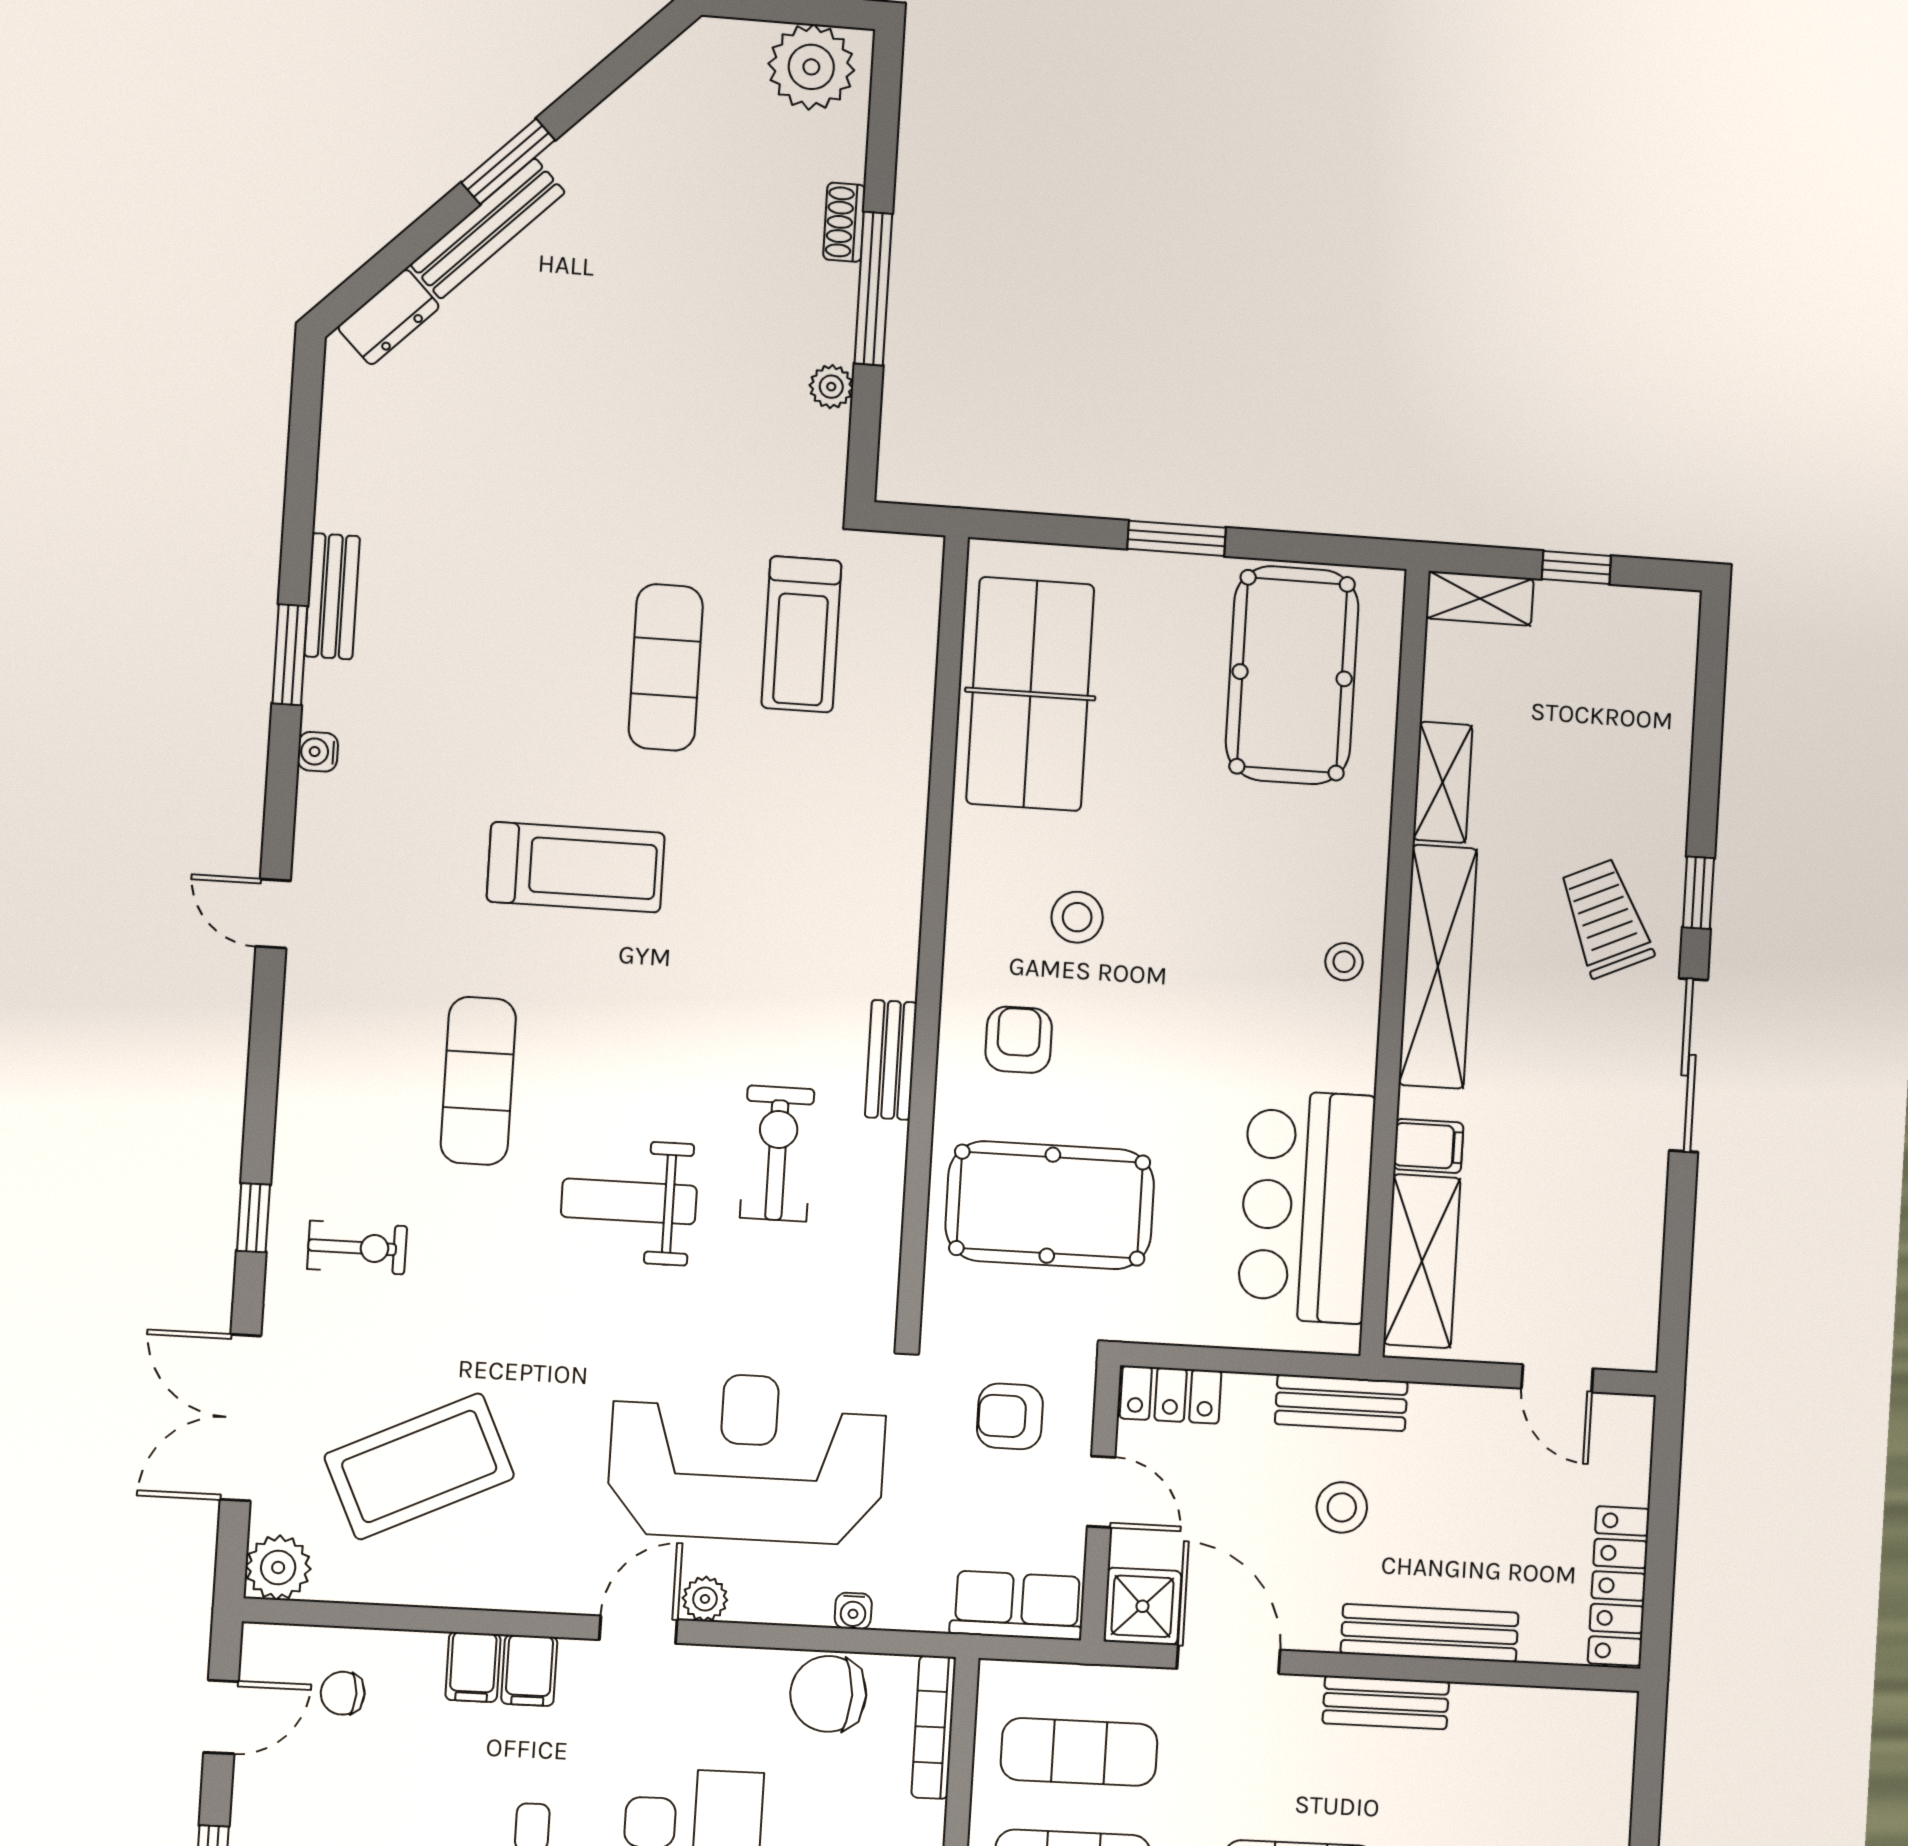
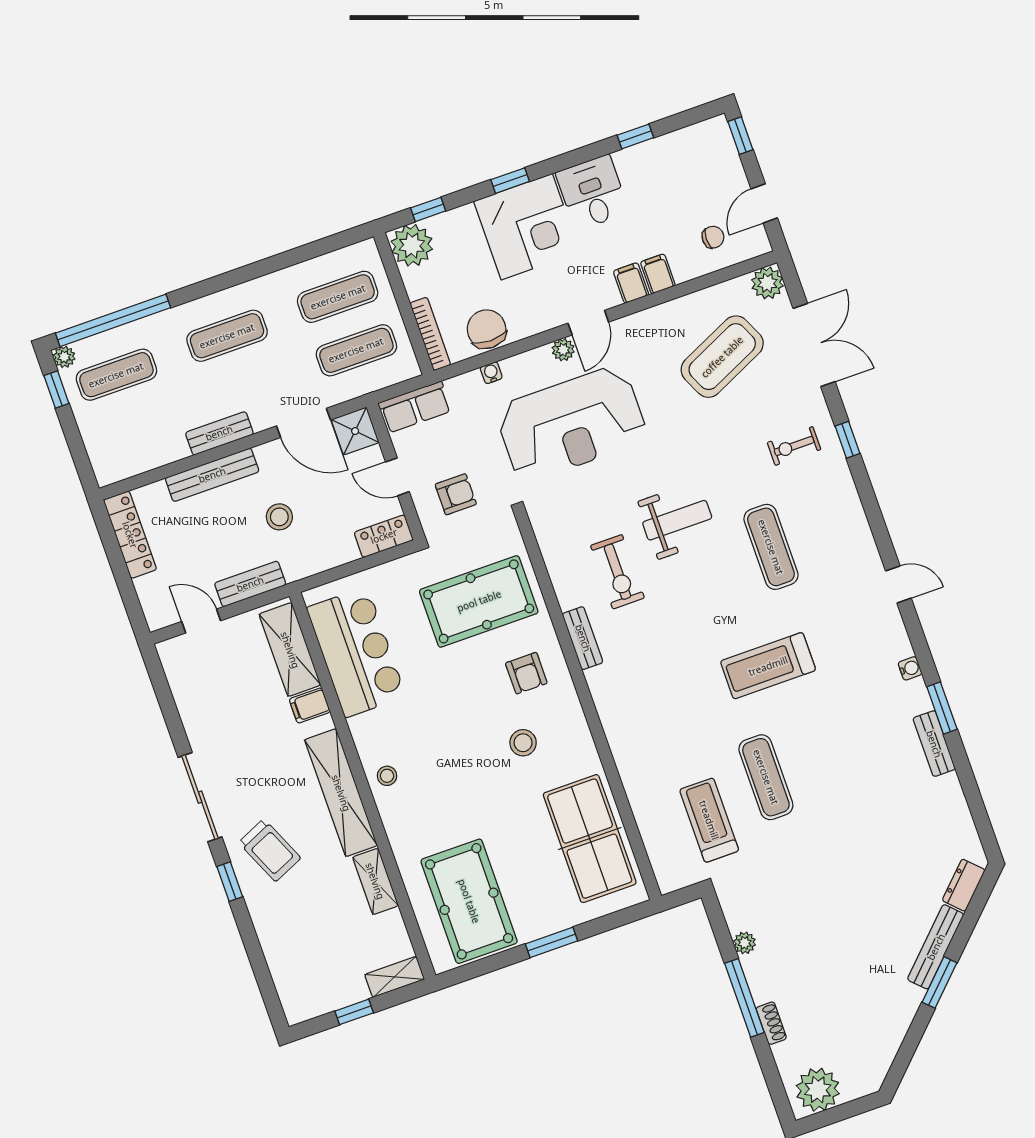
bench: (1341, 1403) -> (250, 584), moved
chair: (828, 1694) -> (487, 329), turned -90

